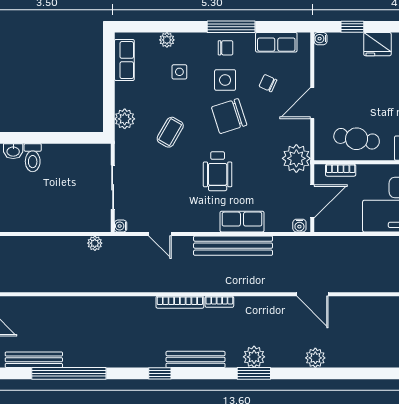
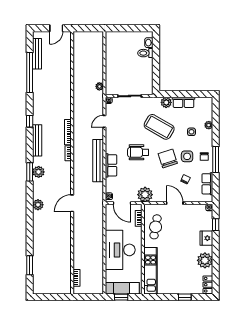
row of seats: (124, 60) -> (184, 102), moved
coffee table: (170, 132) -> (159, 127), width x1.86, depth x1.72

